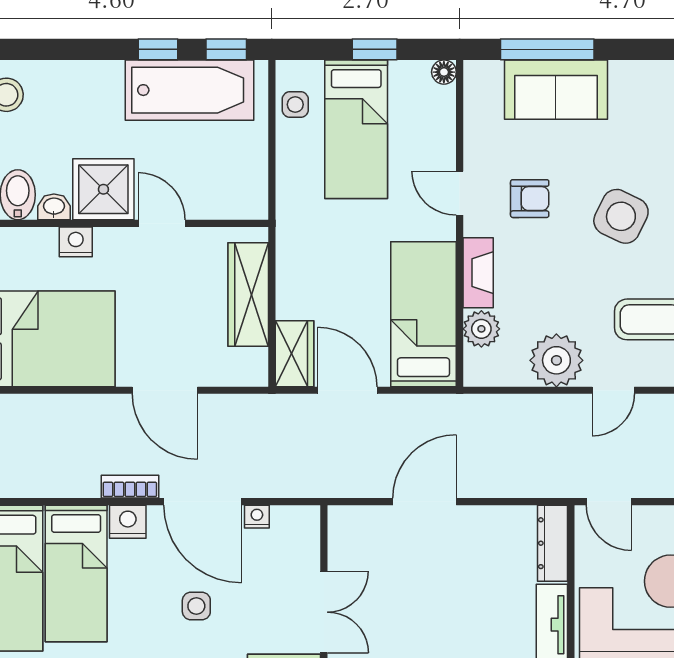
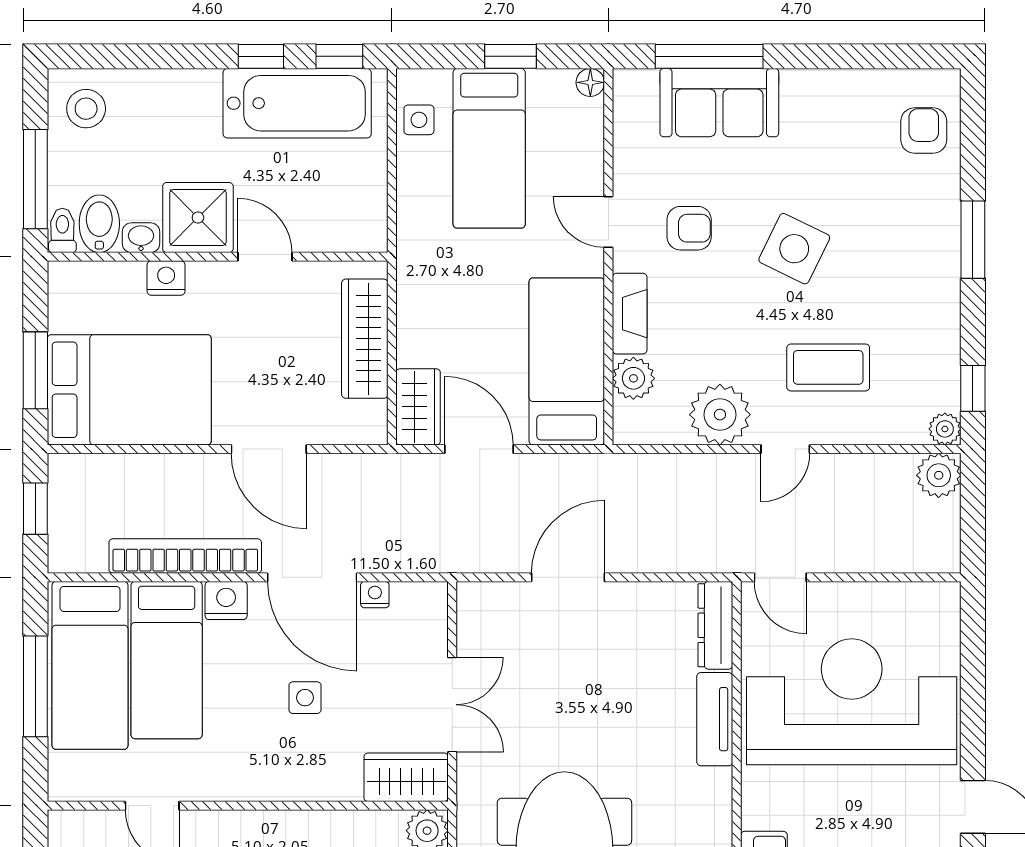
bookcase: (130, 487) -> (185, 556), width x2.31, depth x1.31

